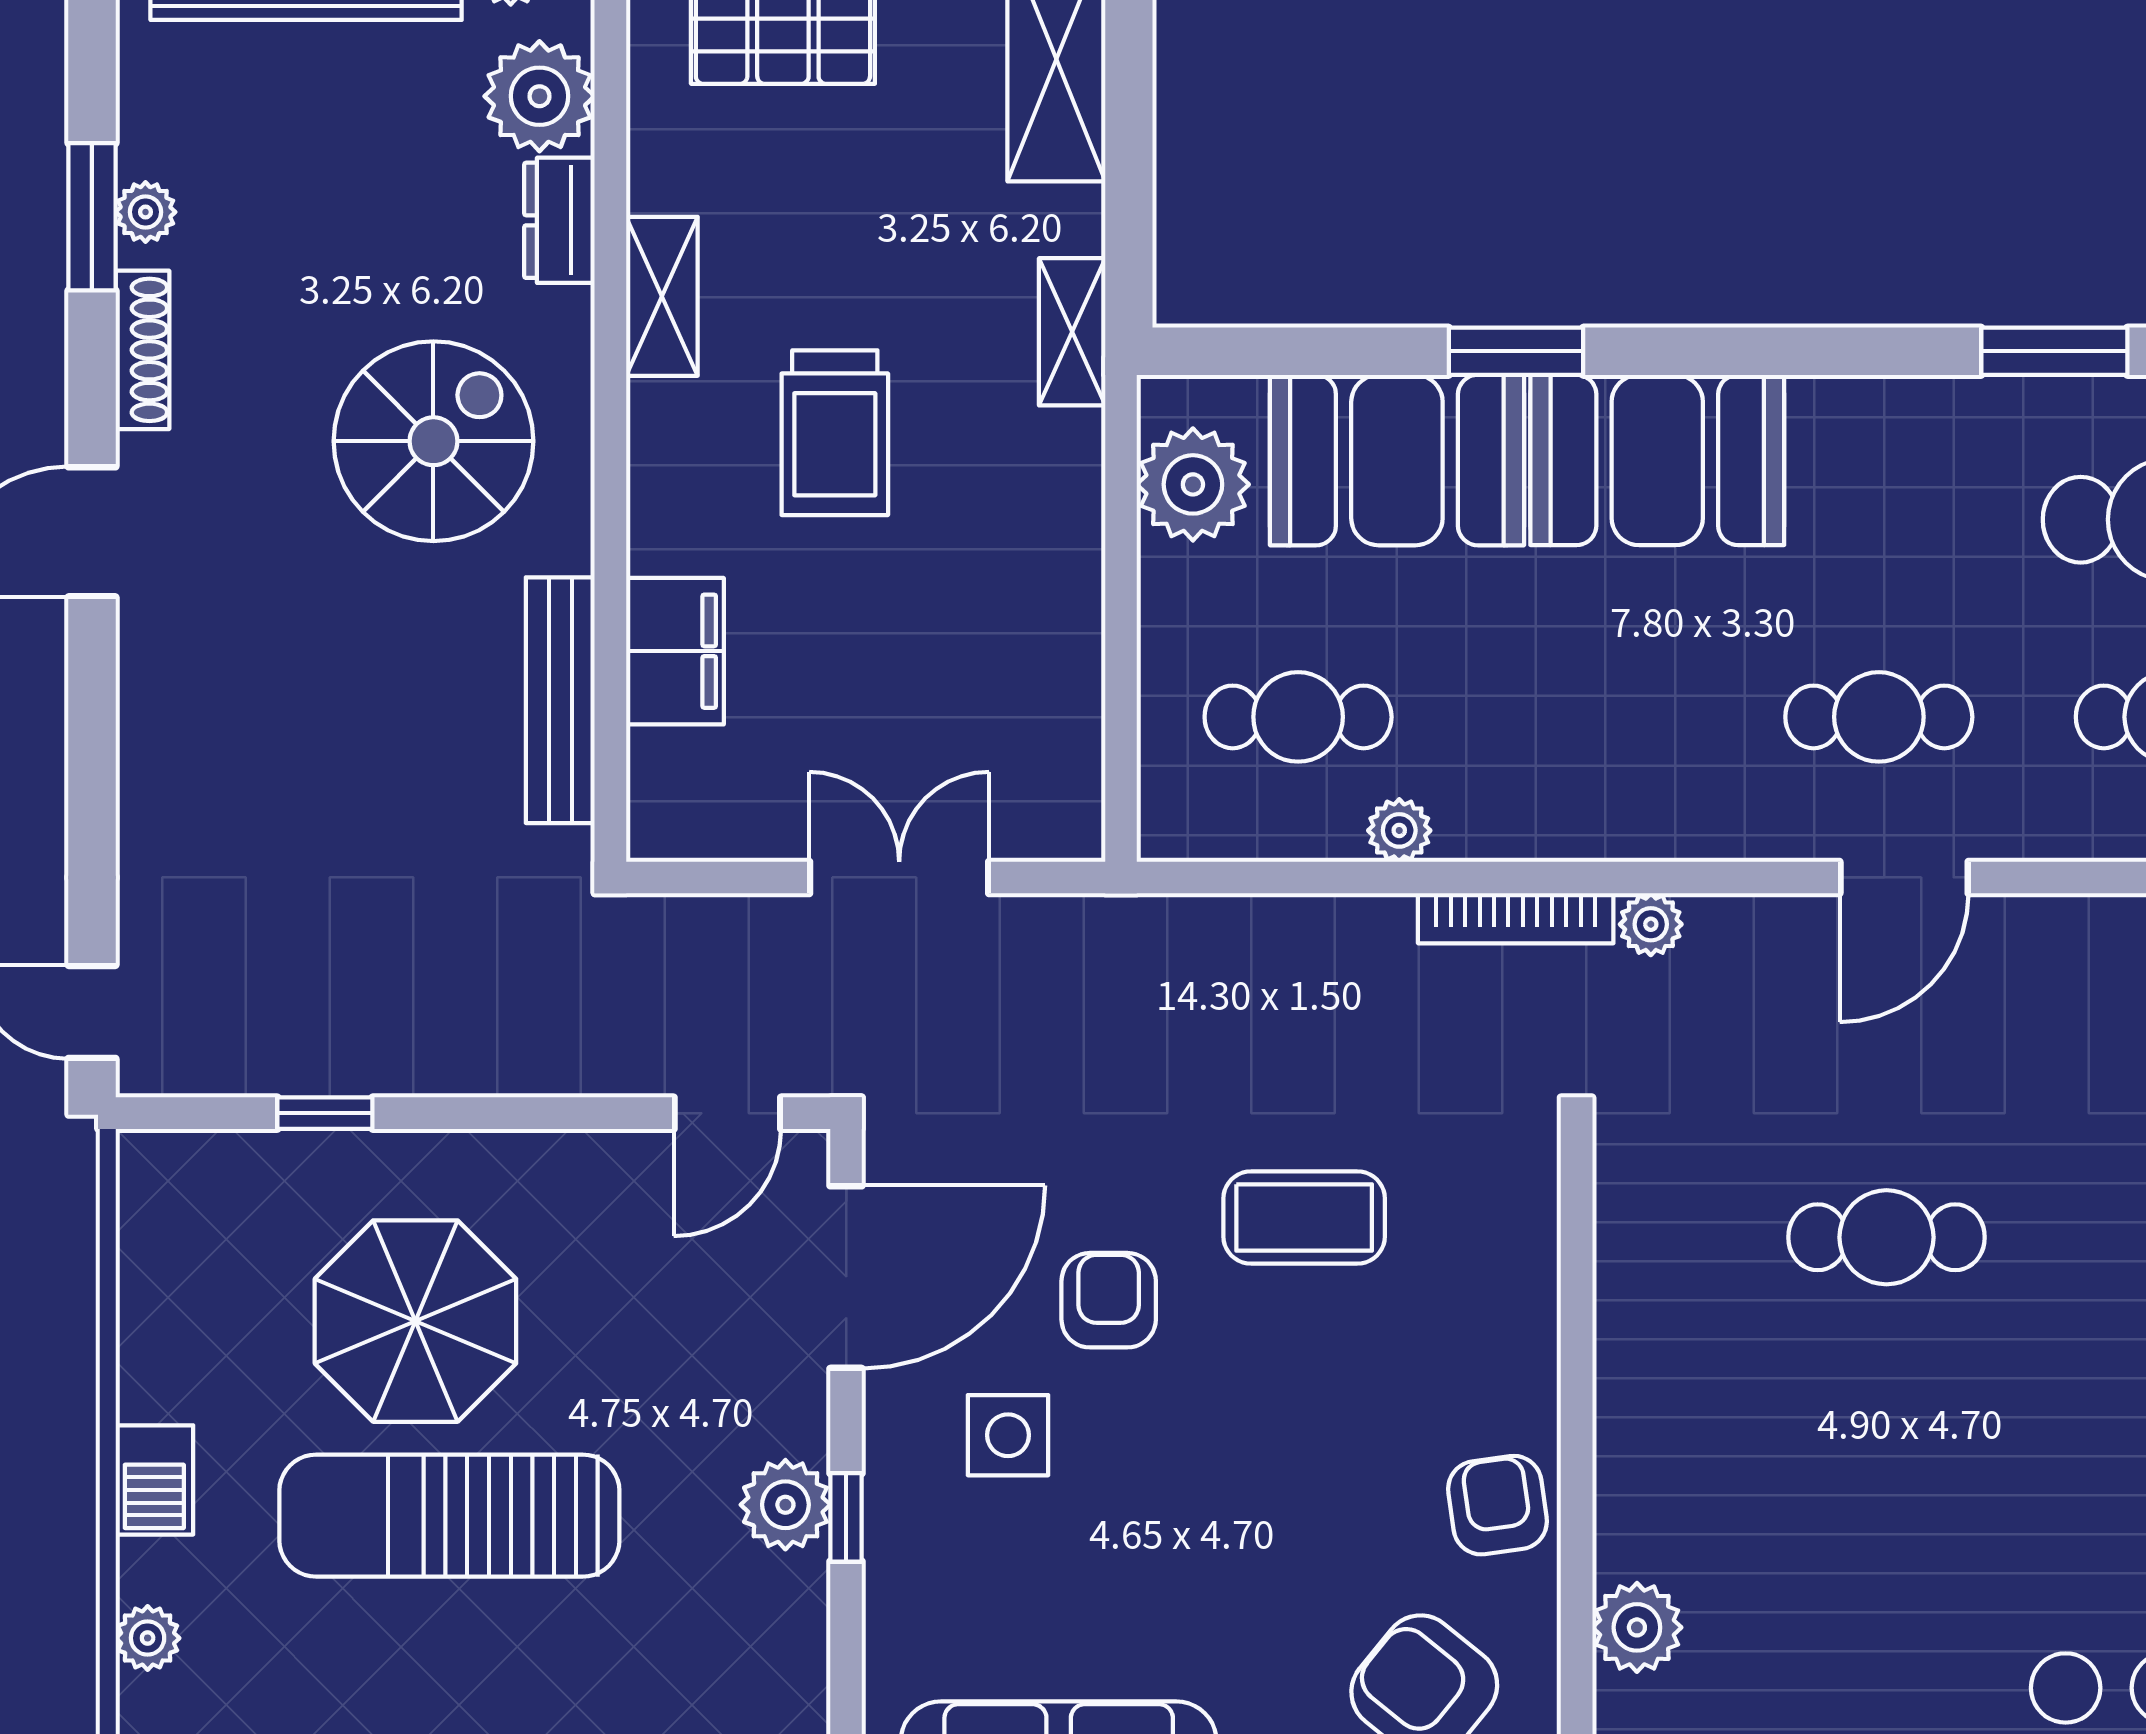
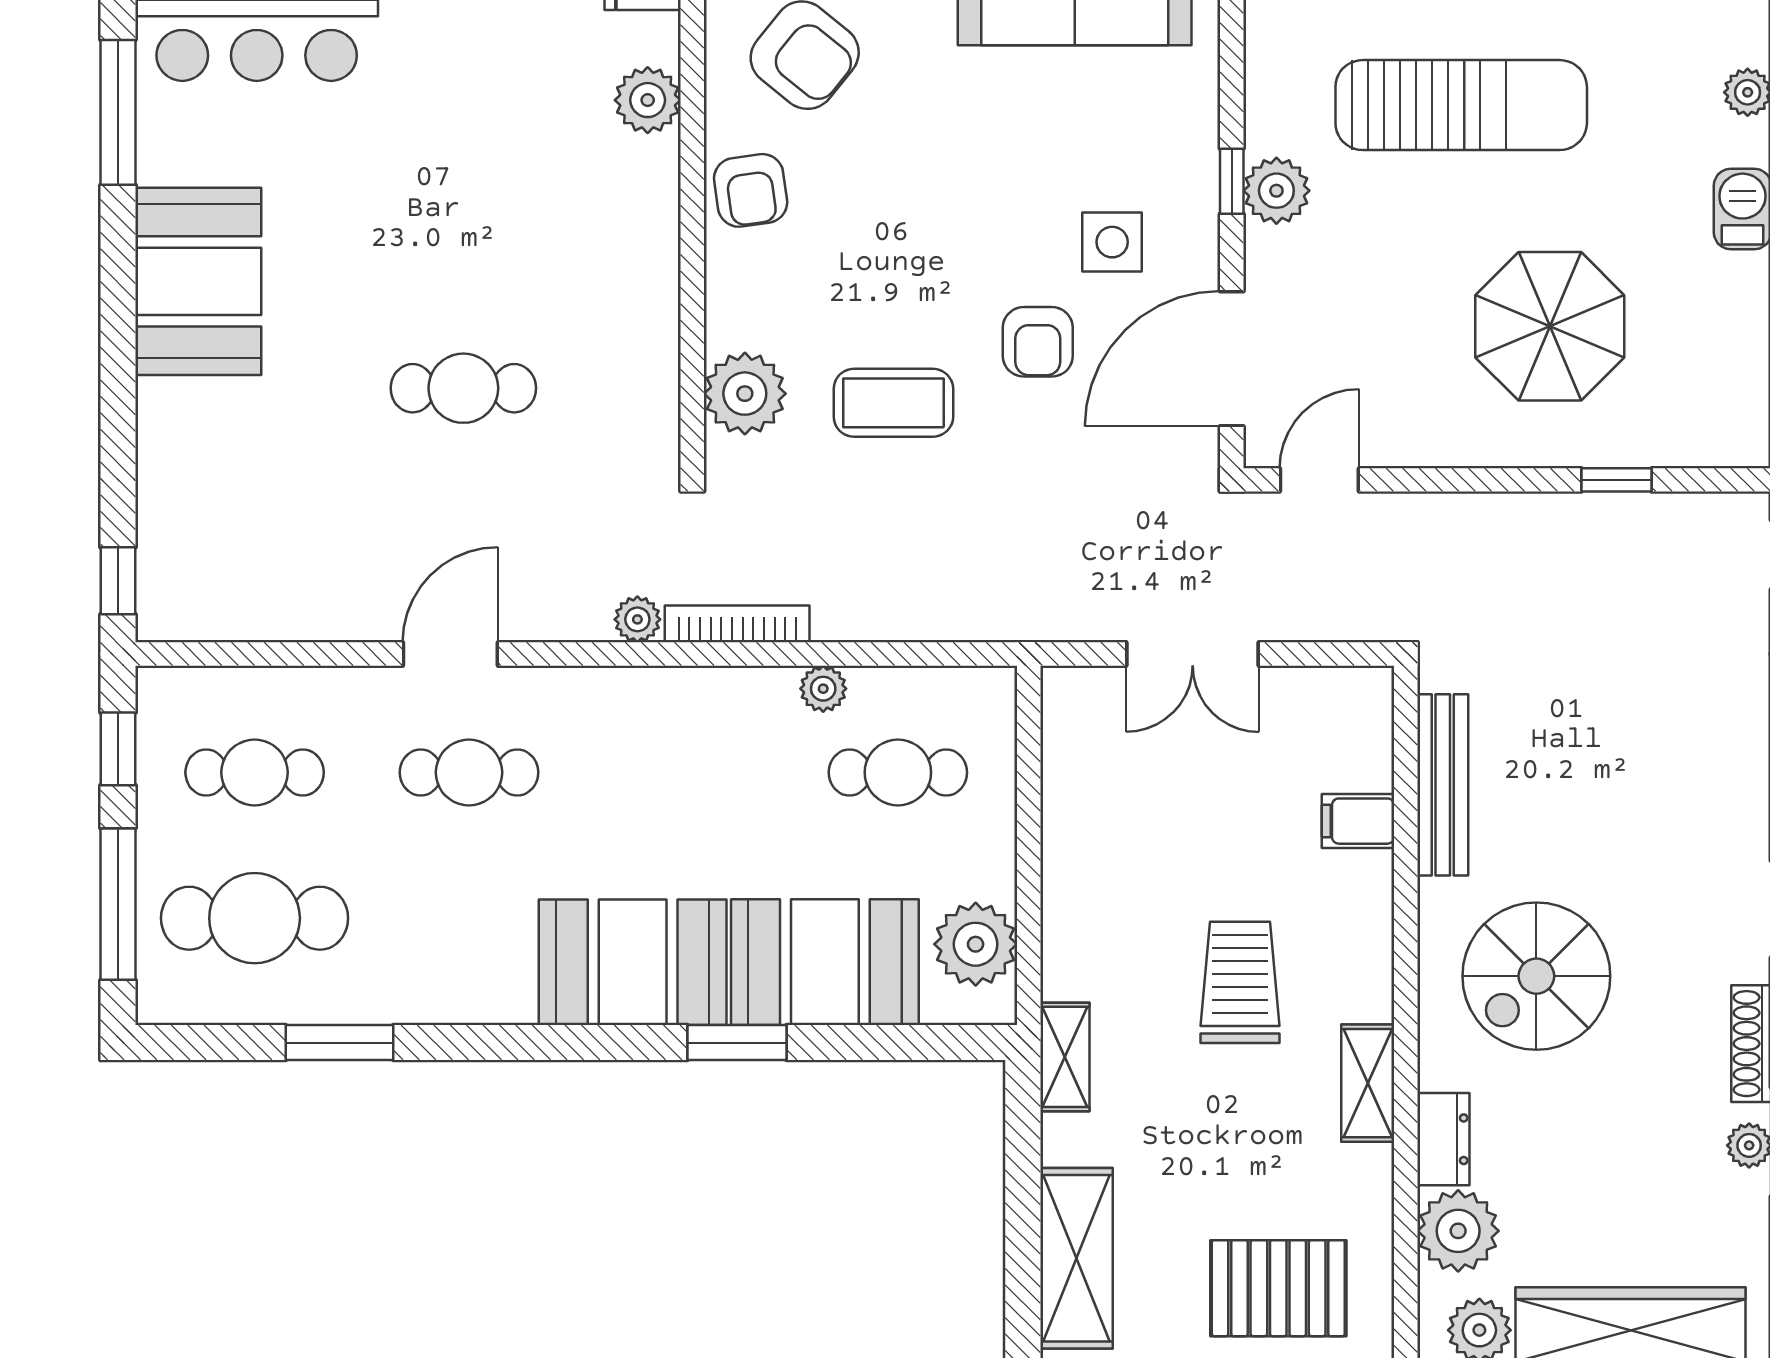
filing cabinet: (675, 651) -> (1358, 821), width x0.50
plant: (1505, 1230) -> (745, 394), added
sun lounger: (449, 1516) -> (1461, 105), moved

